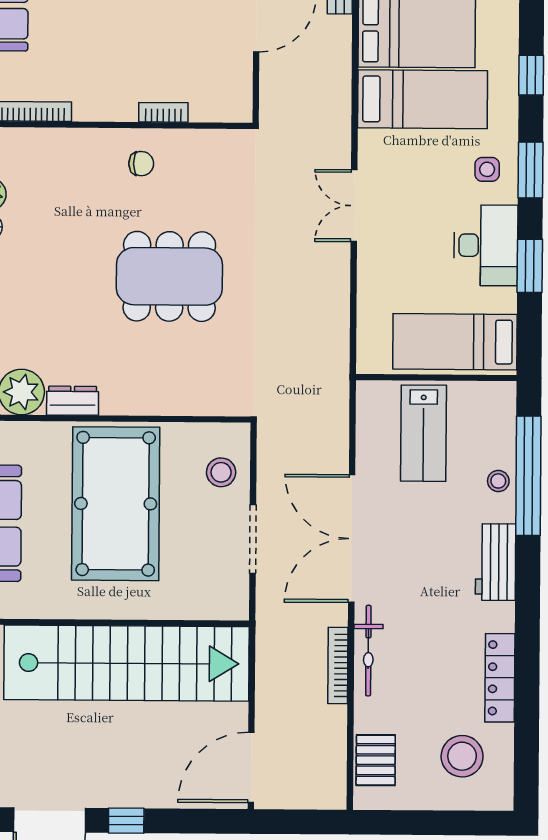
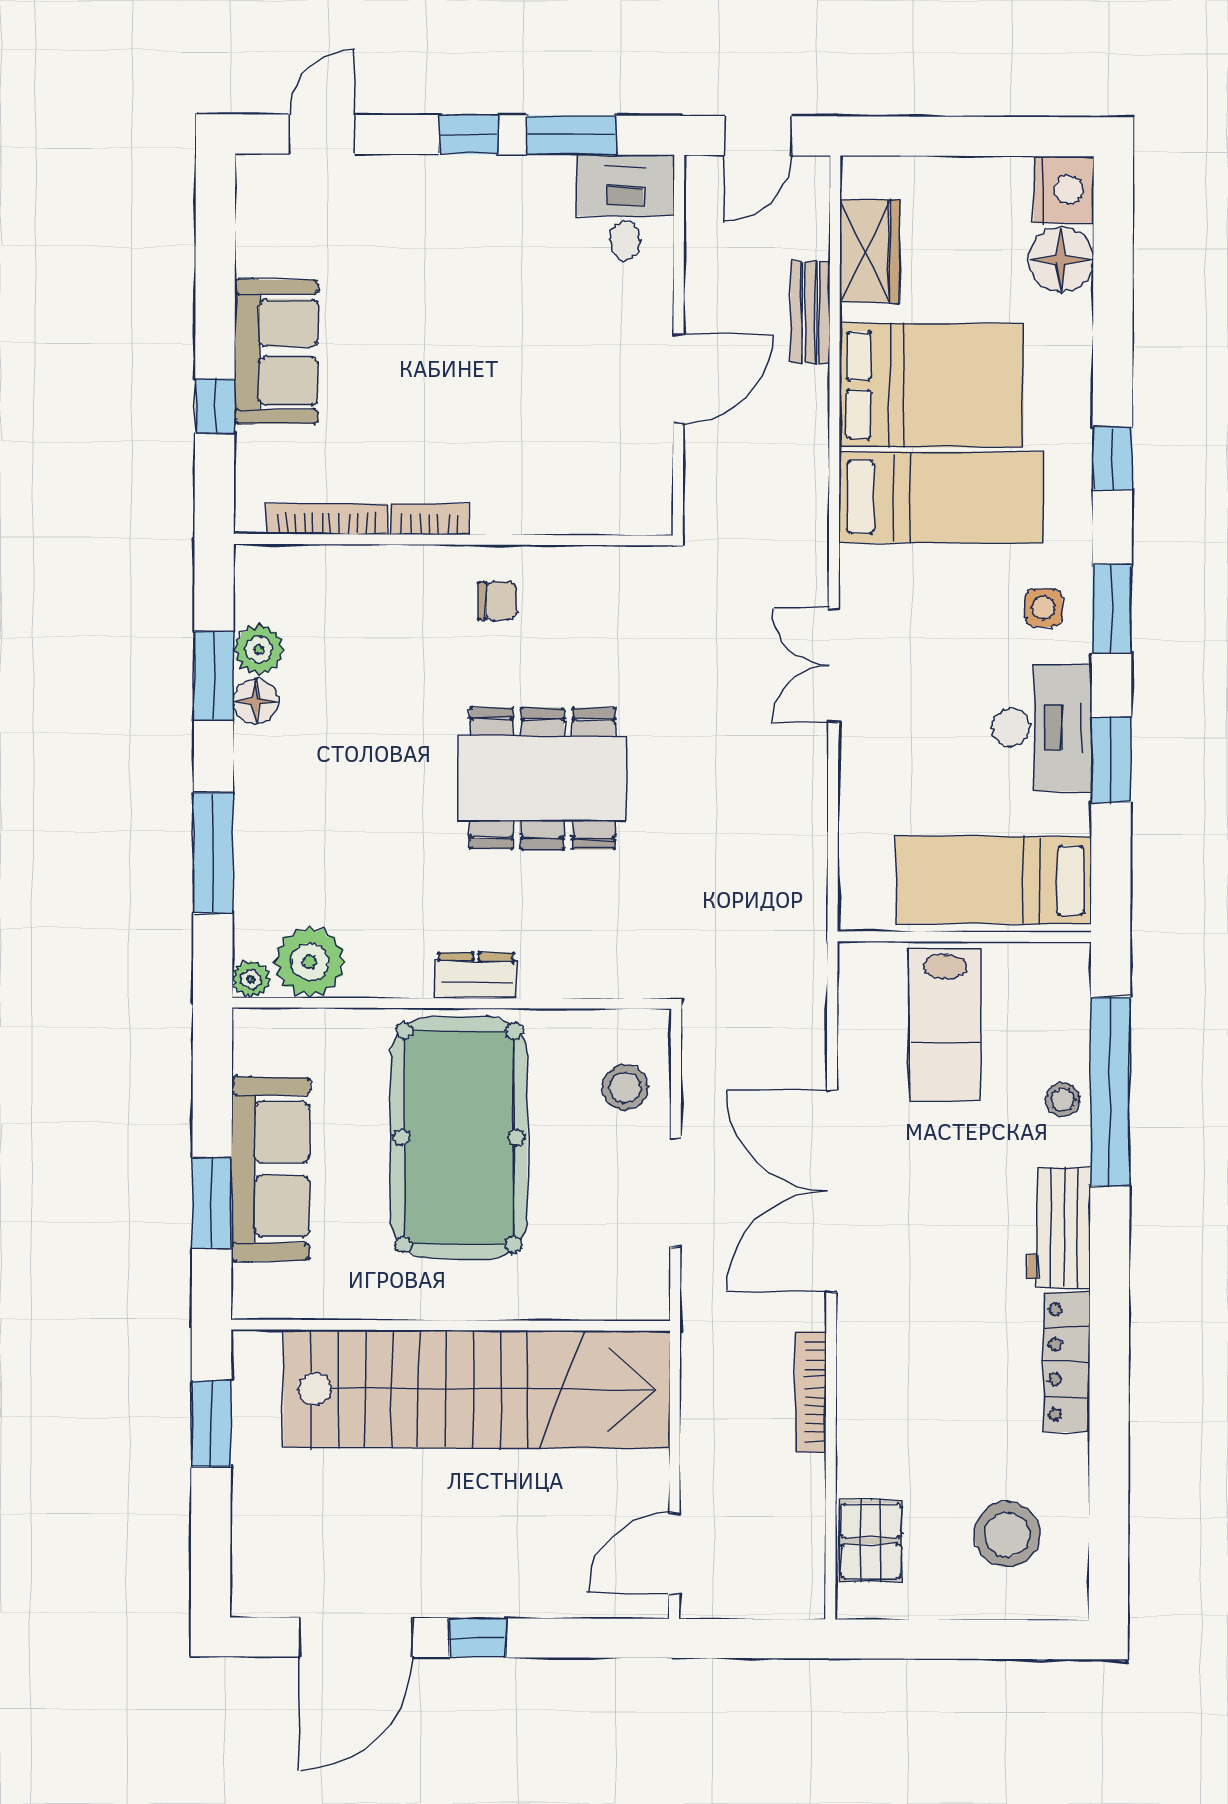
bookcase: (163, 112) -> (430, 519), moved
dresser: (73, 401) -> (476, 976), moved
bicycle: (368, 651) -> (859, 1368), removed
locker: (500, 678) -> (1067, 1362), moved
door: (251, 768) -> (674, 1553), width x0.73

